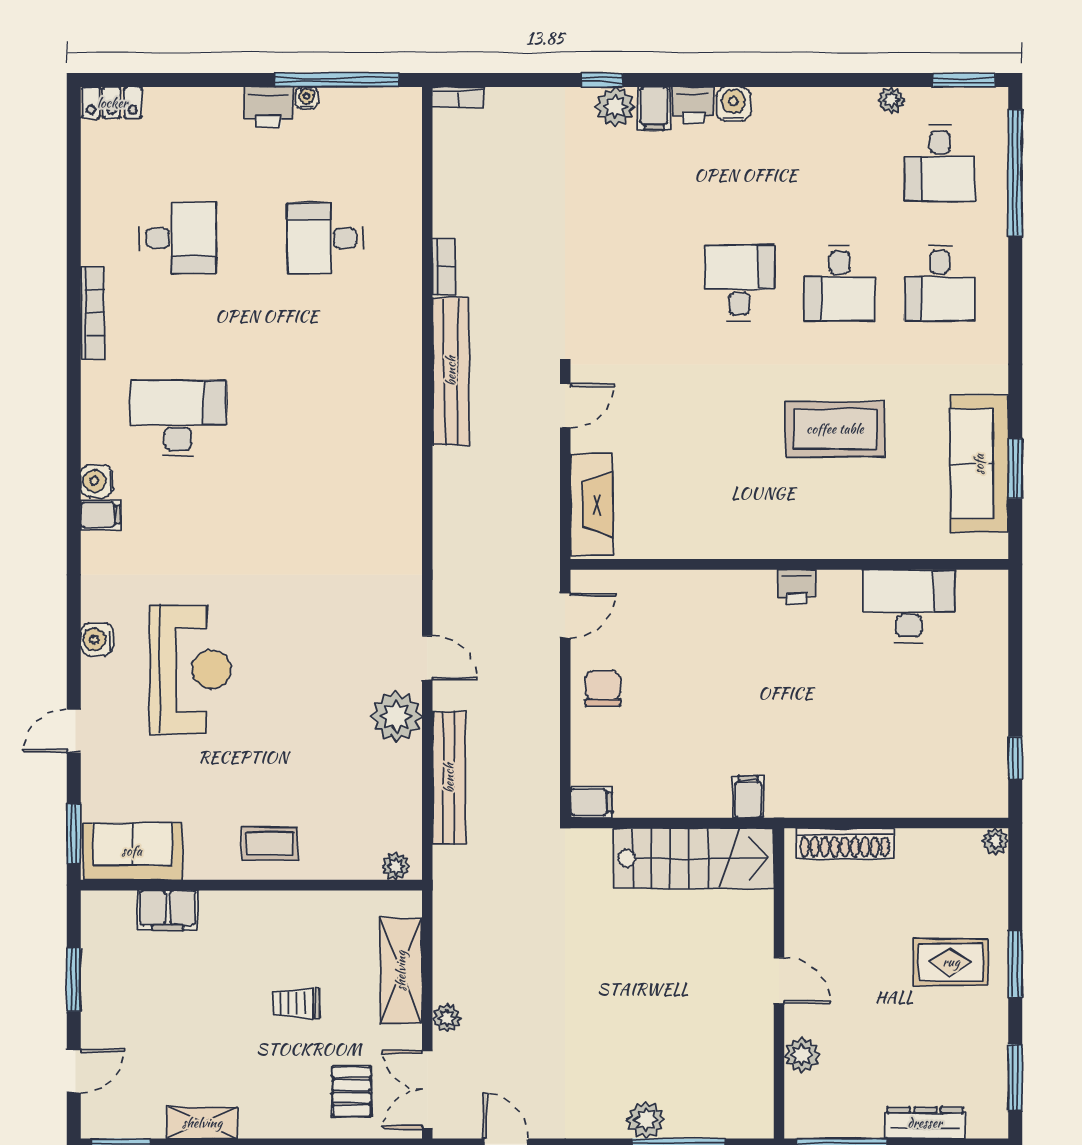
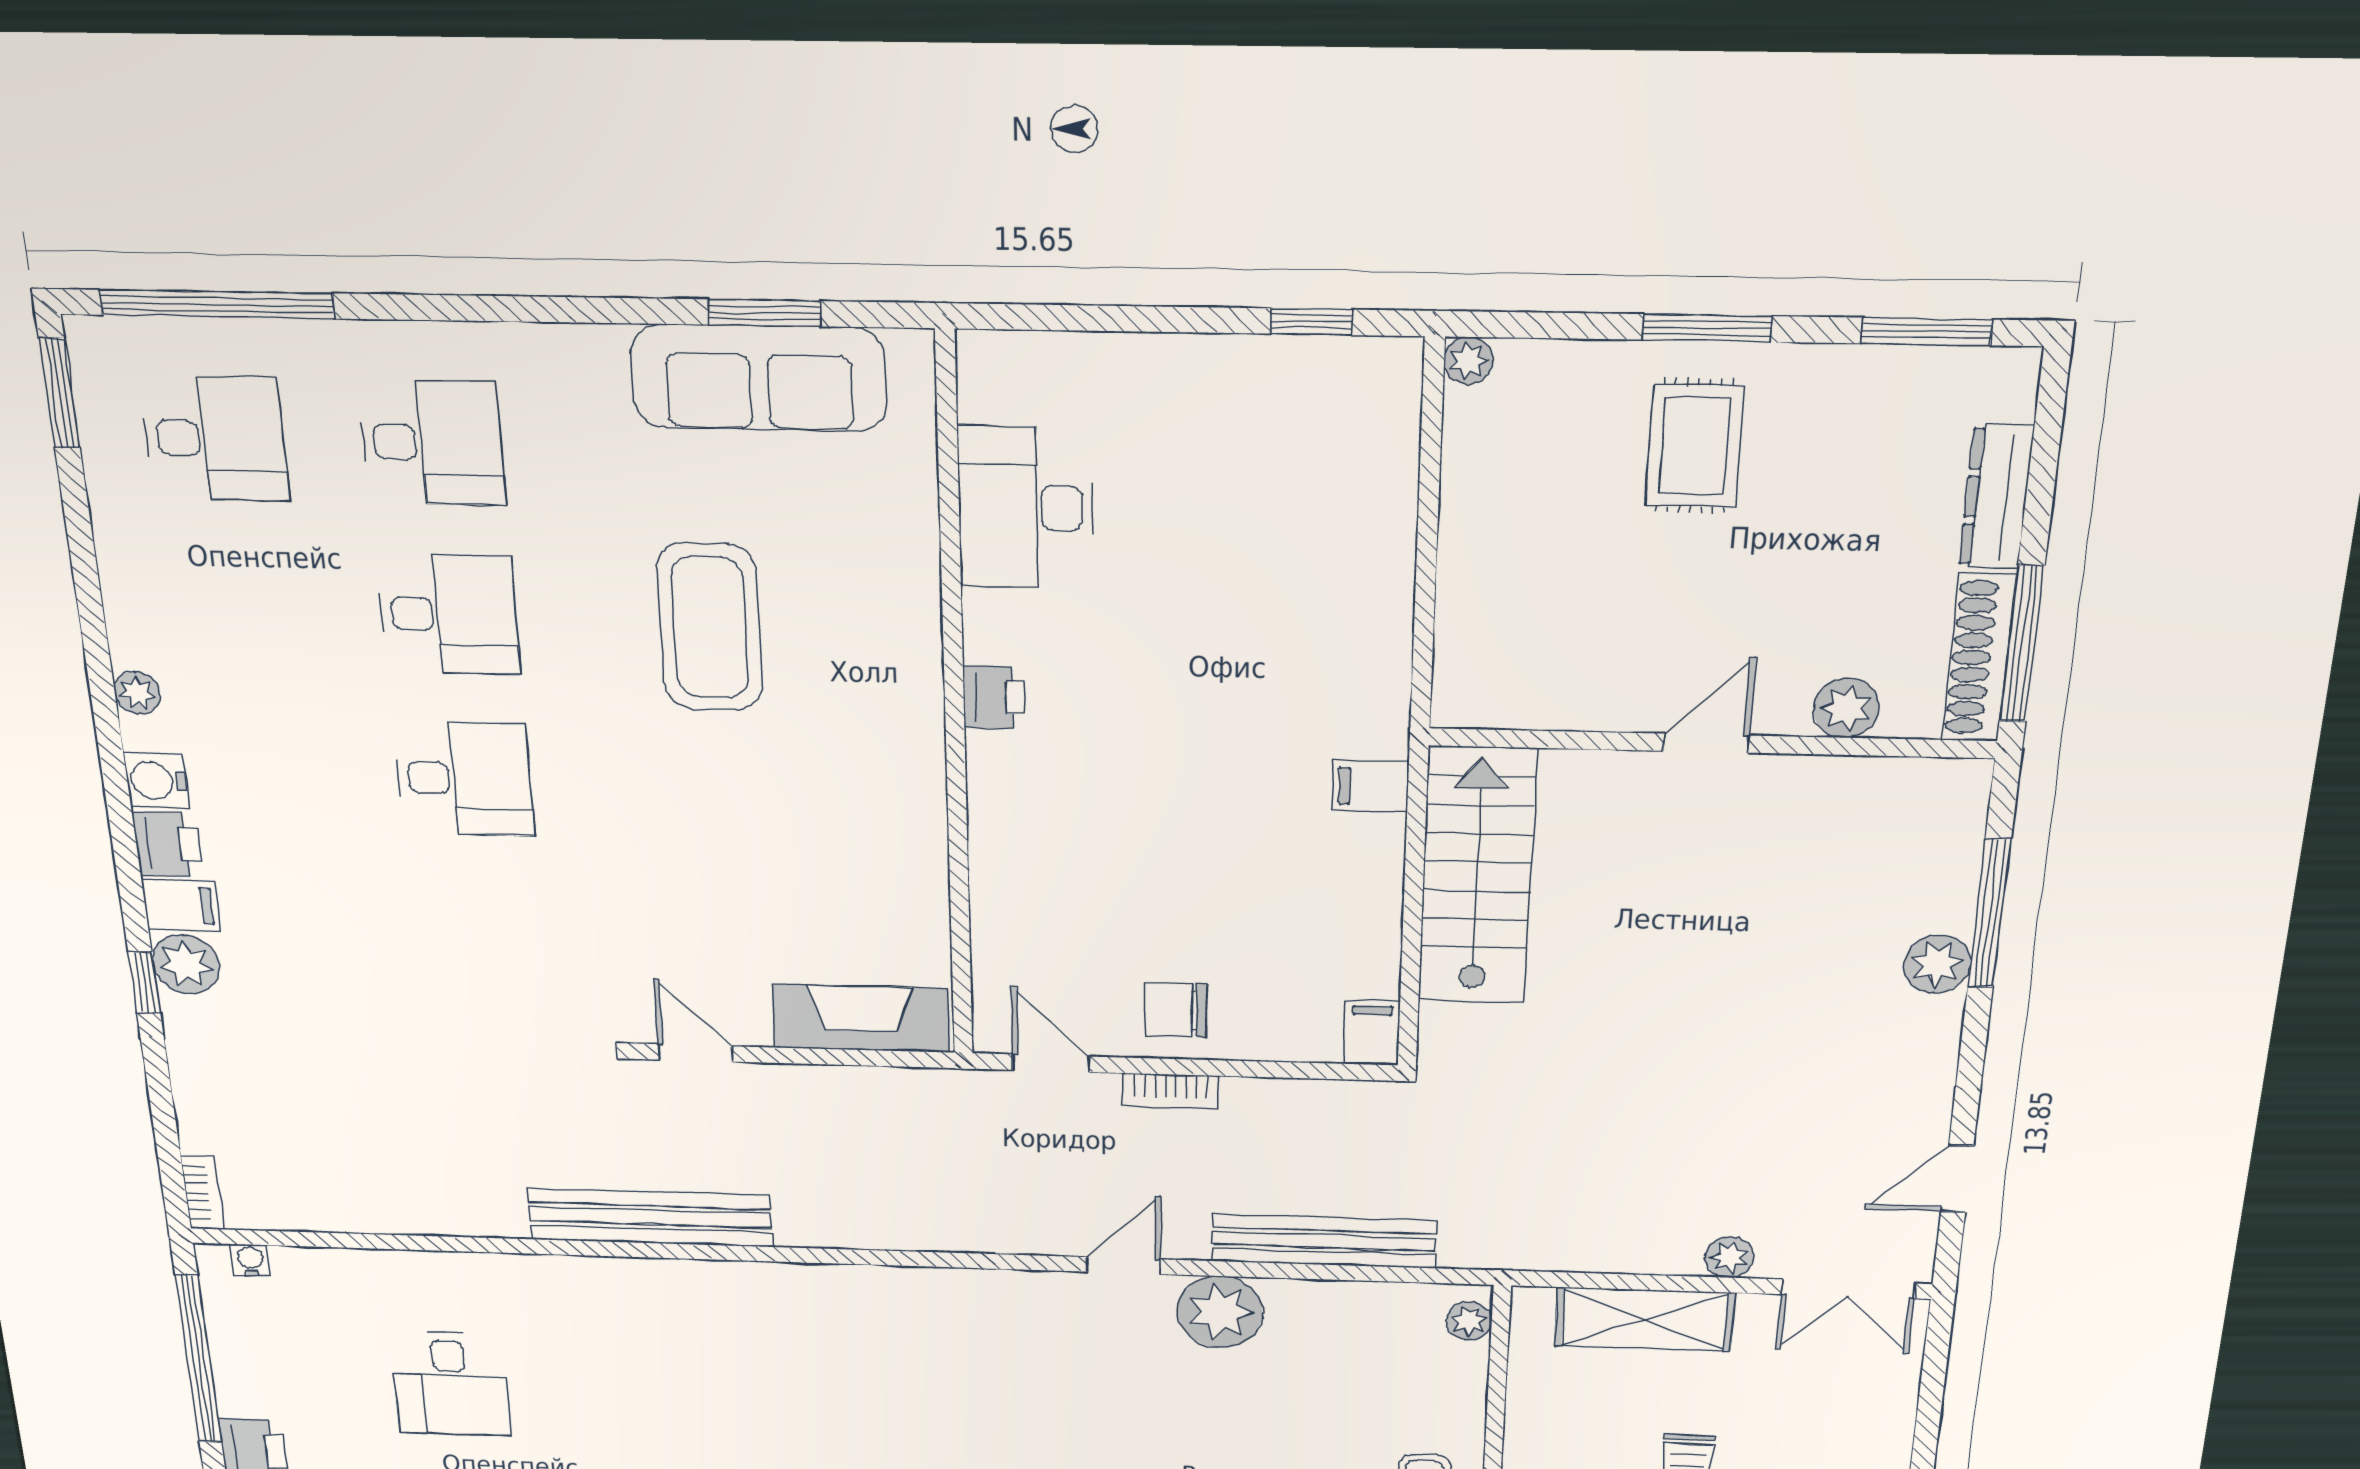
water cooler: (307, 98) -> (251, 1260), moved, turned 90
plant: (891, 100) -> (137, 693), moved
bookcase: (444, 267) -> (1171, 1091), moved, turned 180
desk: (739, 283) -> (464, 779), turned 180
shoe rack: (845, 843) -> (1979, 658), moved, turned 180
pallet: (352, 1091) -> (1840, 1395), removed

